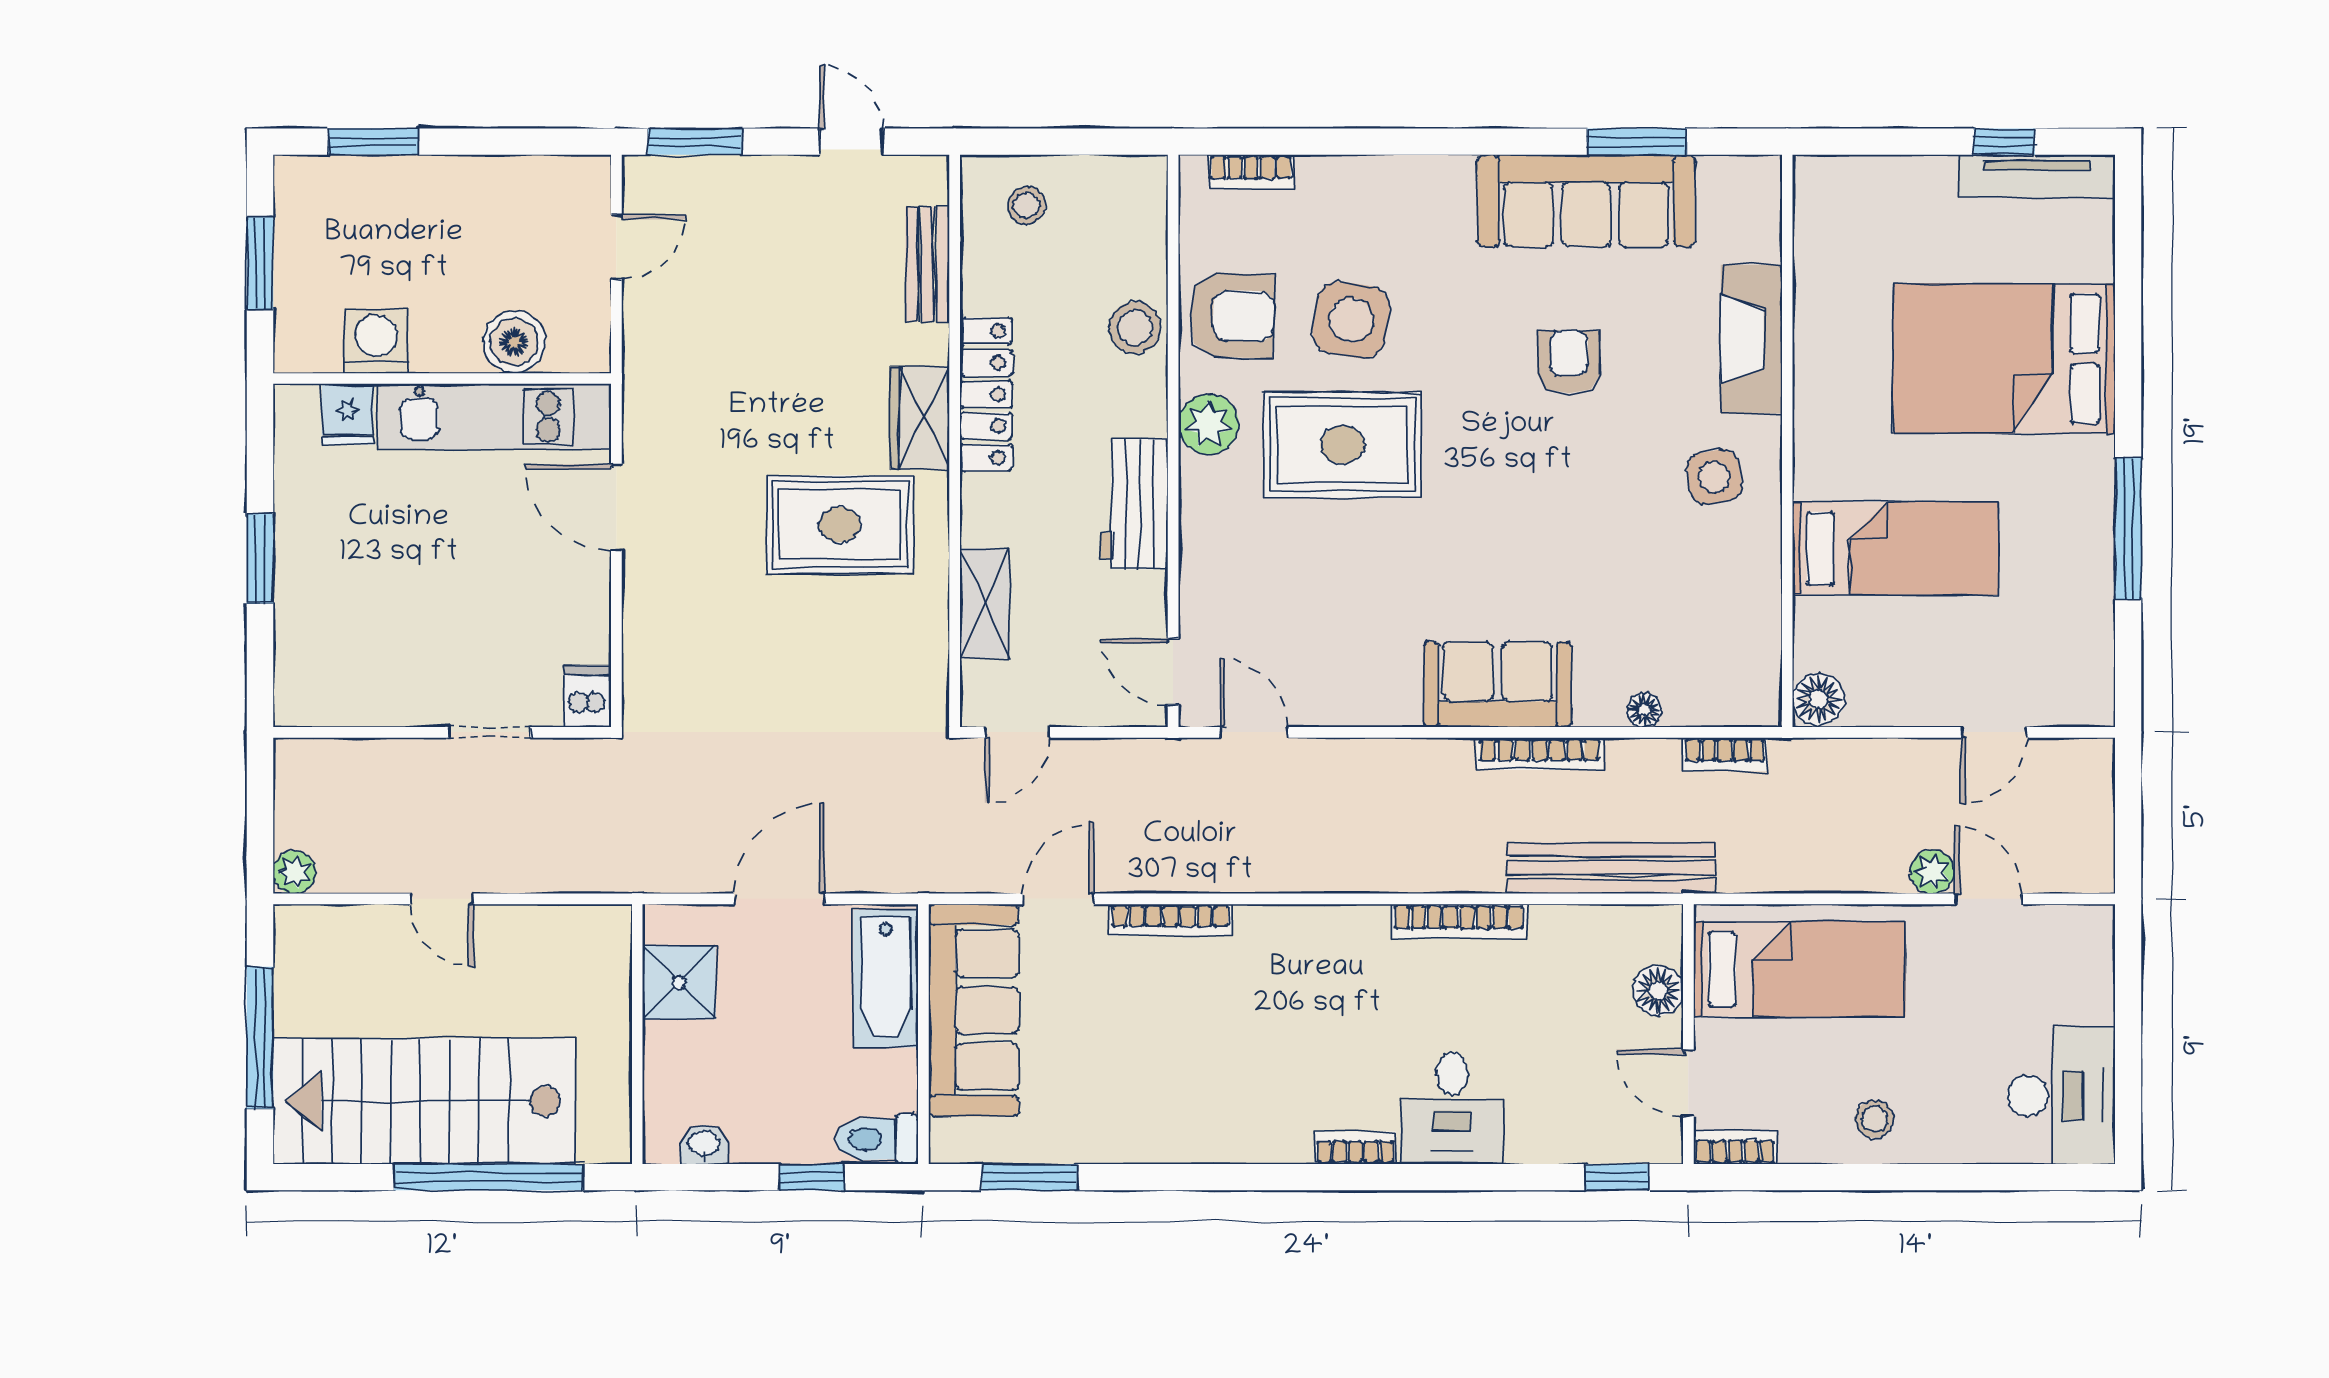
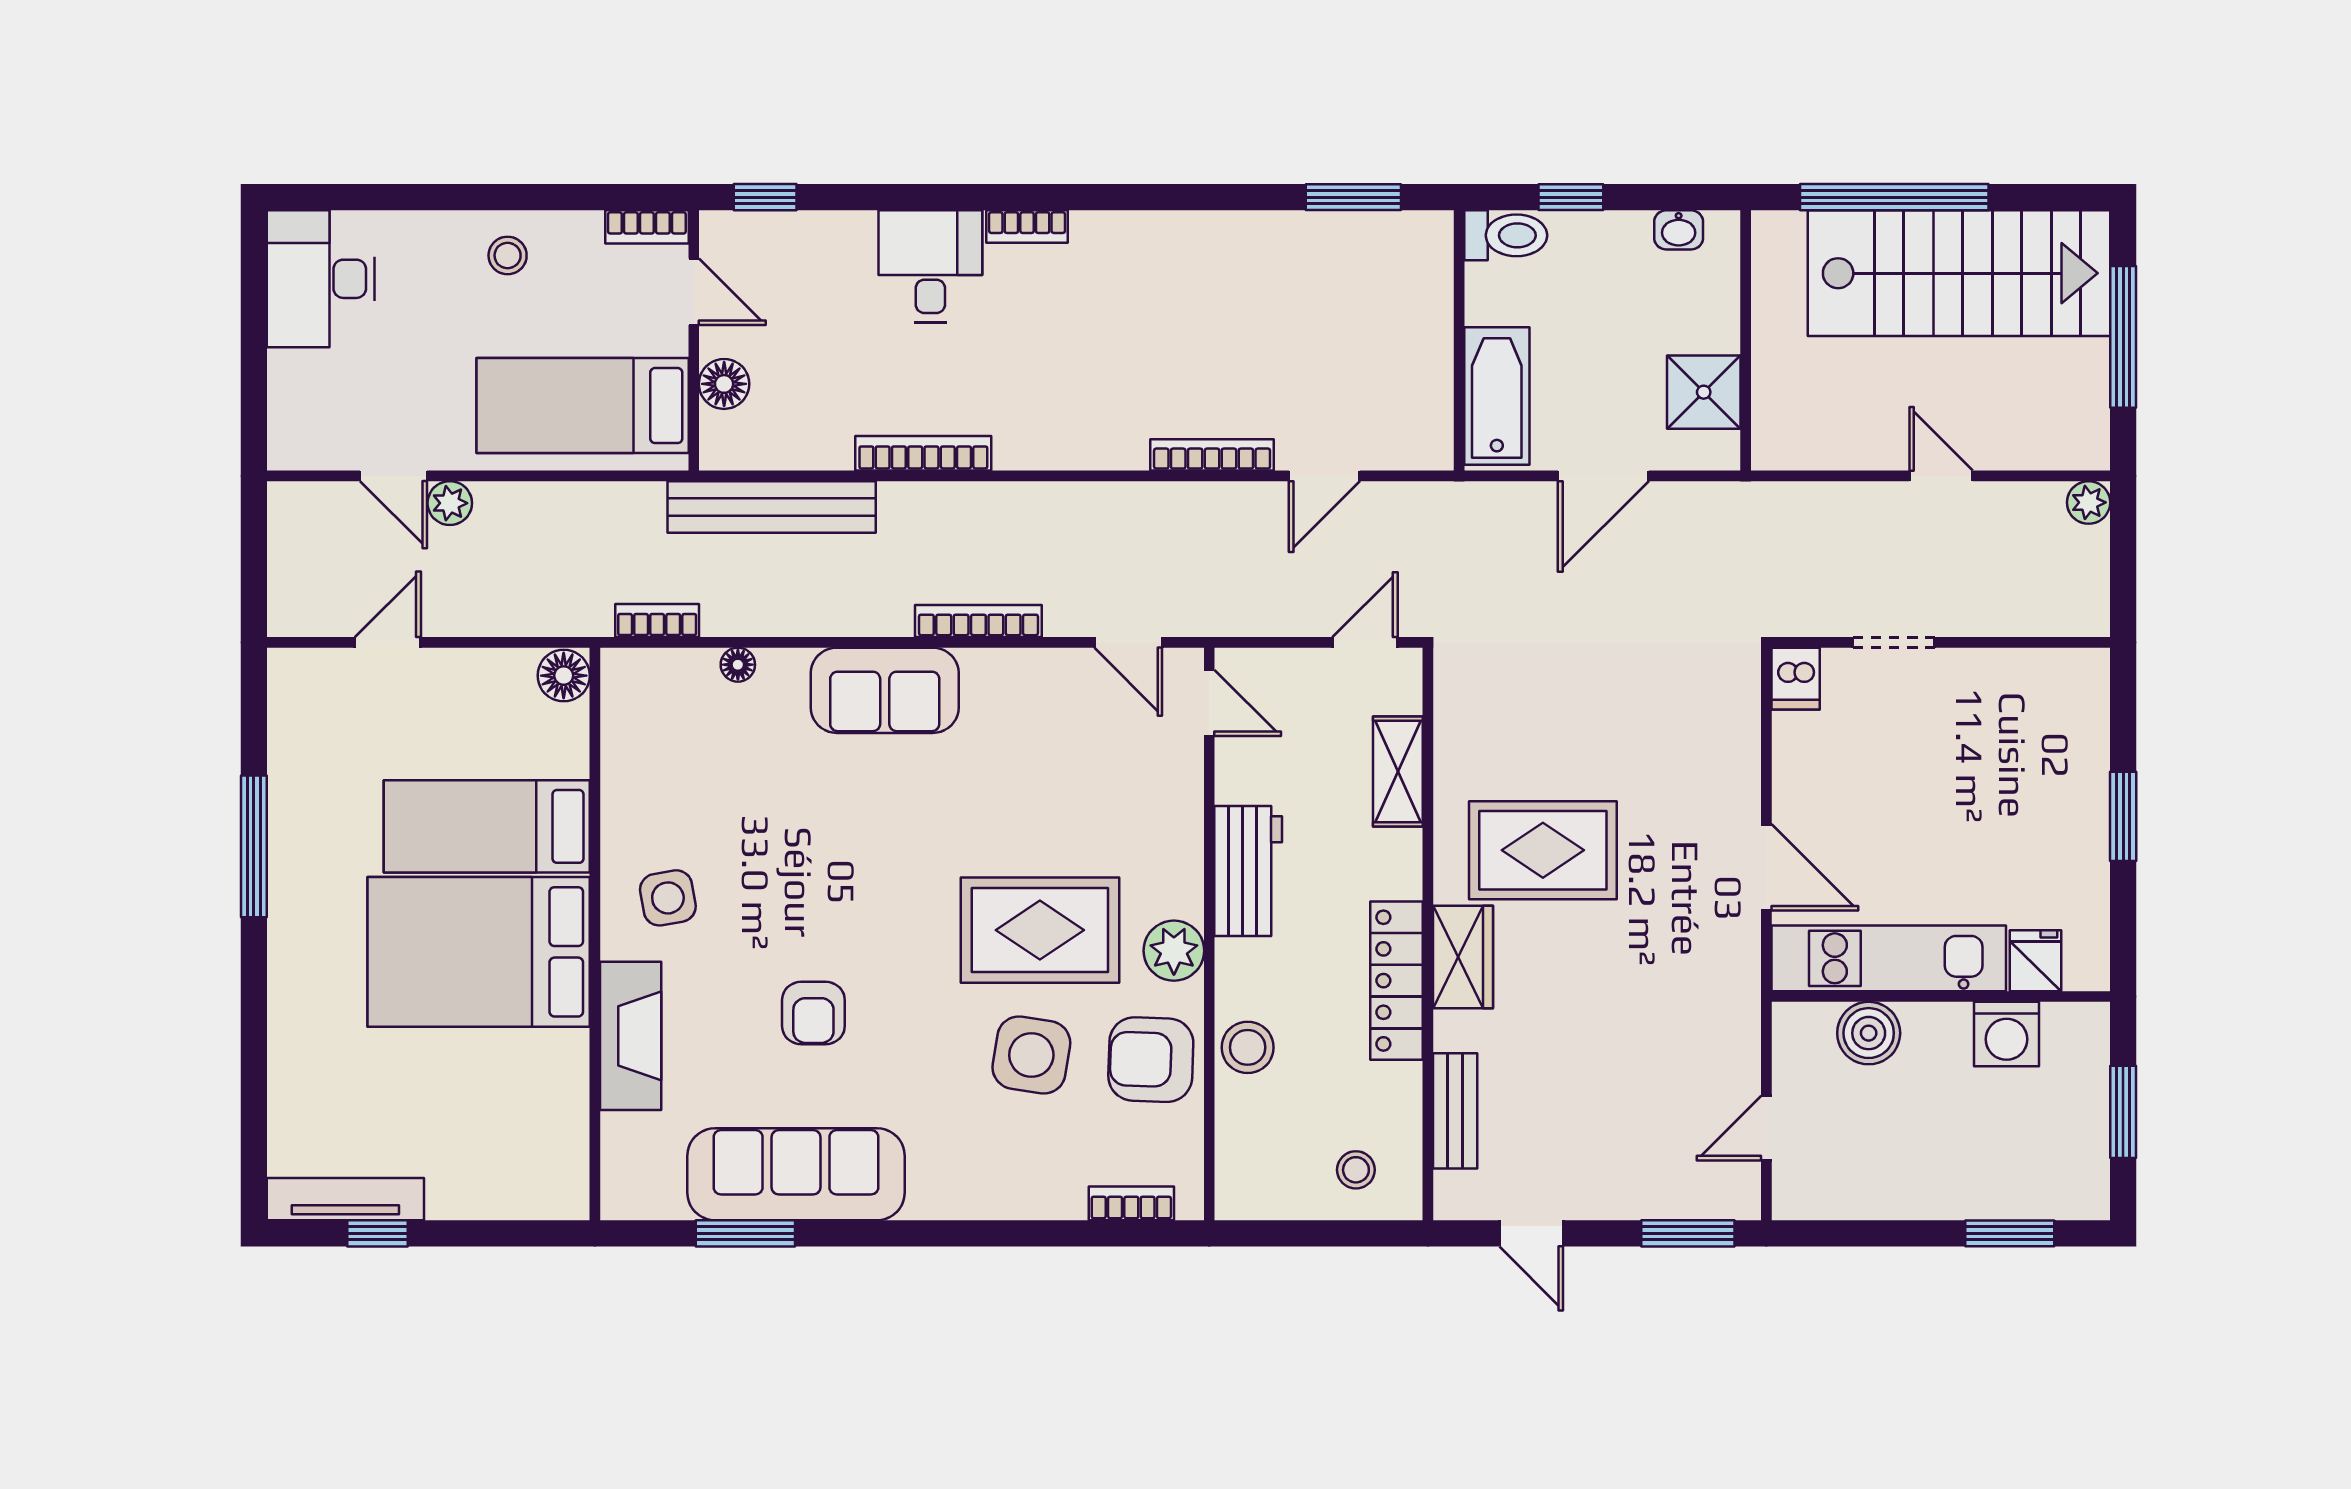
bed: (2004, 358) -> (479, 952), moved, turned 180
bookcase: (1540, 754) -> (978, 621), moved
sofa: (974, 1010) -> (1409, 364), removed

